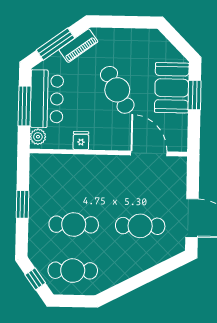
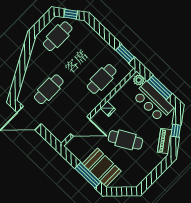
window: (56, 44) -> (176, 131), width x0.46
window: (195, 95) -> (88, 175), width x1.44
fridge: (81, 141) -> (108, 109), moved
window: (22, 204) -> (125, 54), moved
cafe table: (74, 224) -> (102, 79), moved

